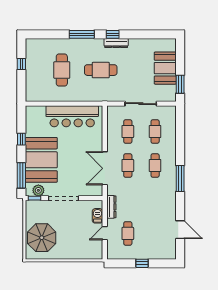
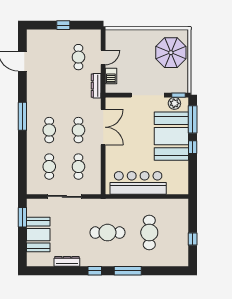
dresser: (116, 43) -> (67, 261), moved
window: (21, 139) -> (193, 147), moved

